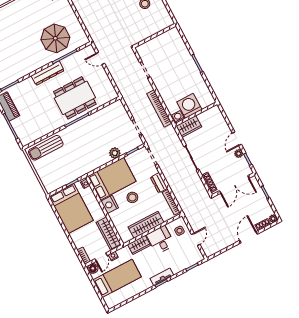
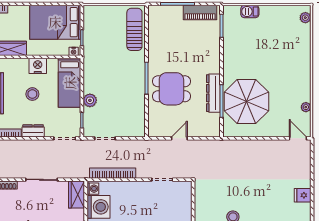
parasol: (55, 38) -> (246, 101), width x1.36, depth x1.36
door: (100, 58) -> (179, 138), moved
dresser: (48, 73) -> (213, 93), moved
dining table: (75, 98) -> (171, 89), width x0.73
bed: (112, 179) -> (70, 83), width x0.67

